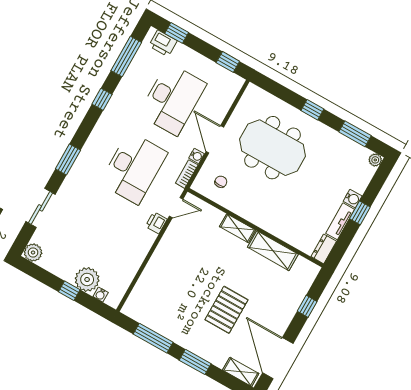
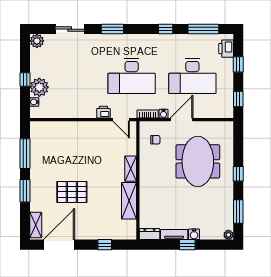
window: (177, 33) -> (238, 64), moved

